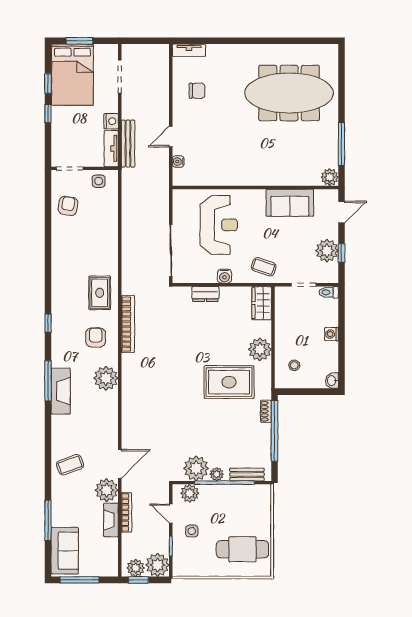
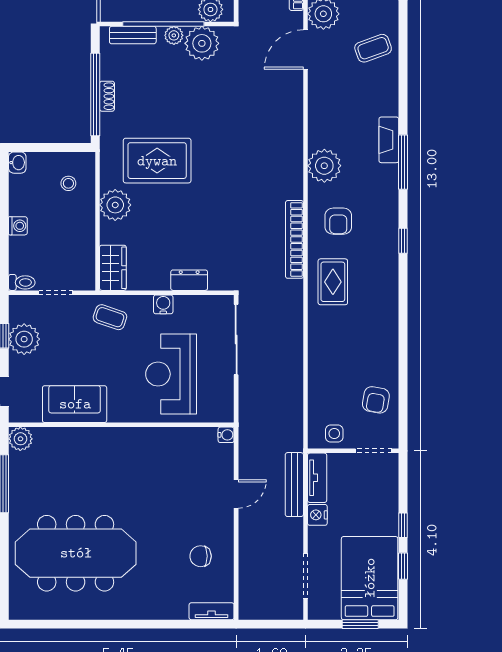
water cooler: (178, 162) -> (226, 435), moved
fireplace: (61, 391) -> (389, 140), width x0.73, depth x0.76
shoe rack: (266, 411) -> (107, 96), moved

